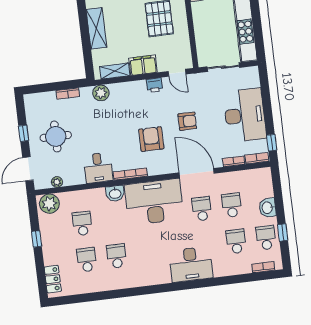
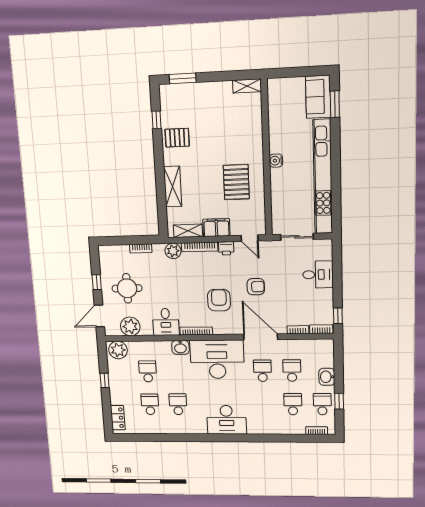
bookcase: (128, 86) -> (200, 247), added
desk: (245, 115) -> (318, 275), width x0.53, depth x0.77
plant: (57, 182) -> (130, 326), width x1.88, depth x1.88
desk: (191, 264) -> (227, 420), moved

